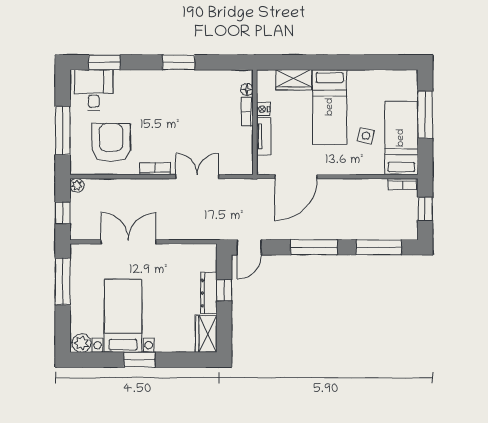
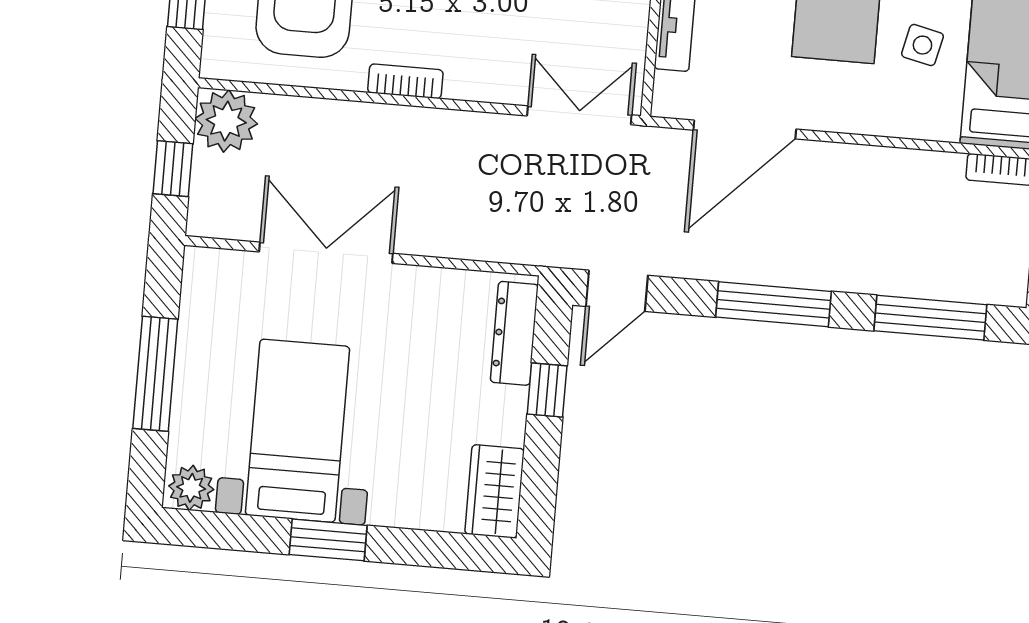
double door: (197, 177) -> (579, 115), moved
plant: (77, 185) -> (226, 121), width x1.88, depth x1.88
window: (63, 281) -> (155, 374), moved
dresser: (209, 293) -> (514, 333), moved

